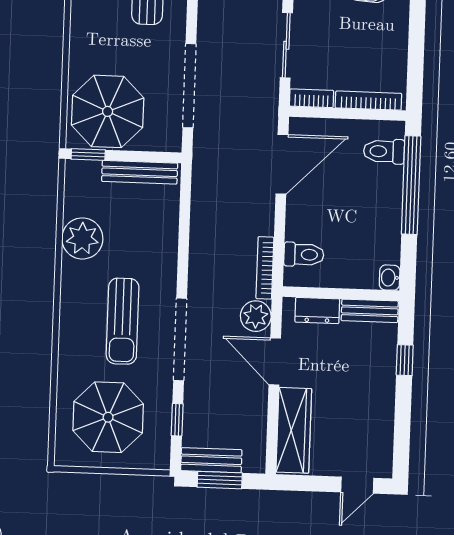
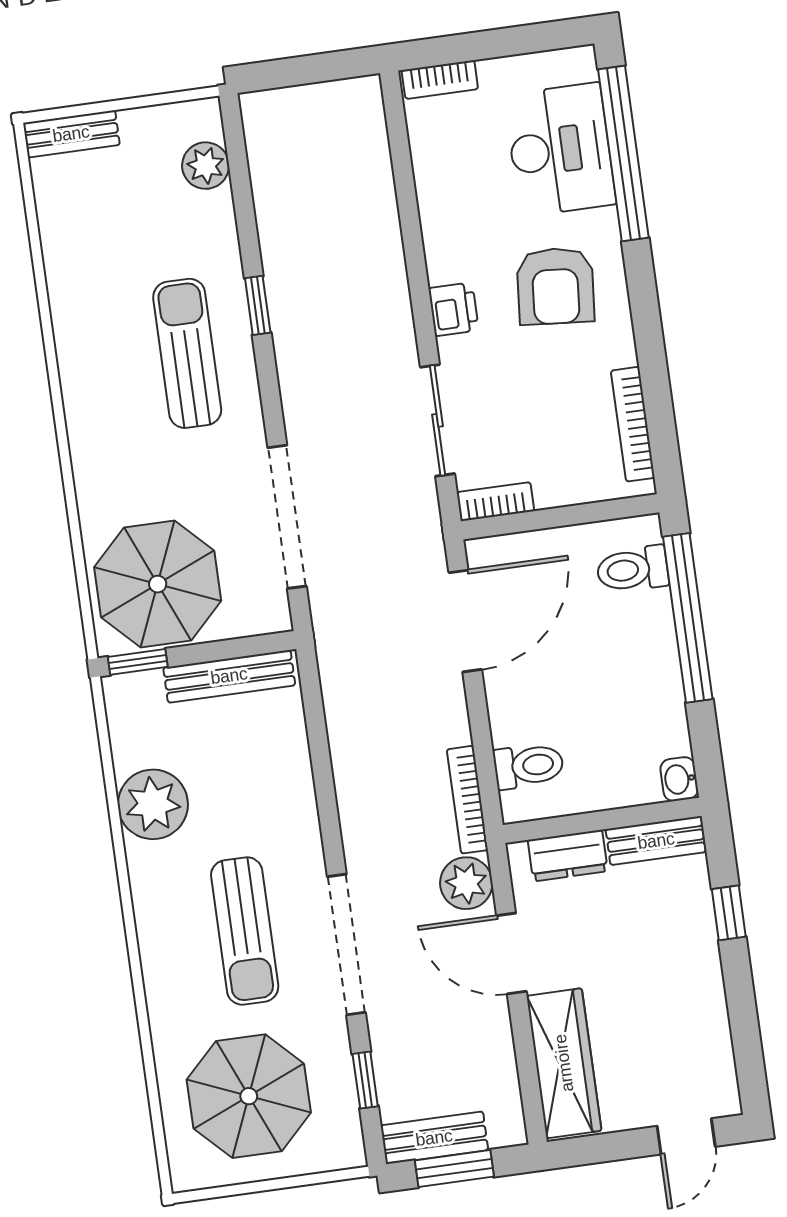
bookcase: (368, 101) -> (633, 424), moved, turned -90

